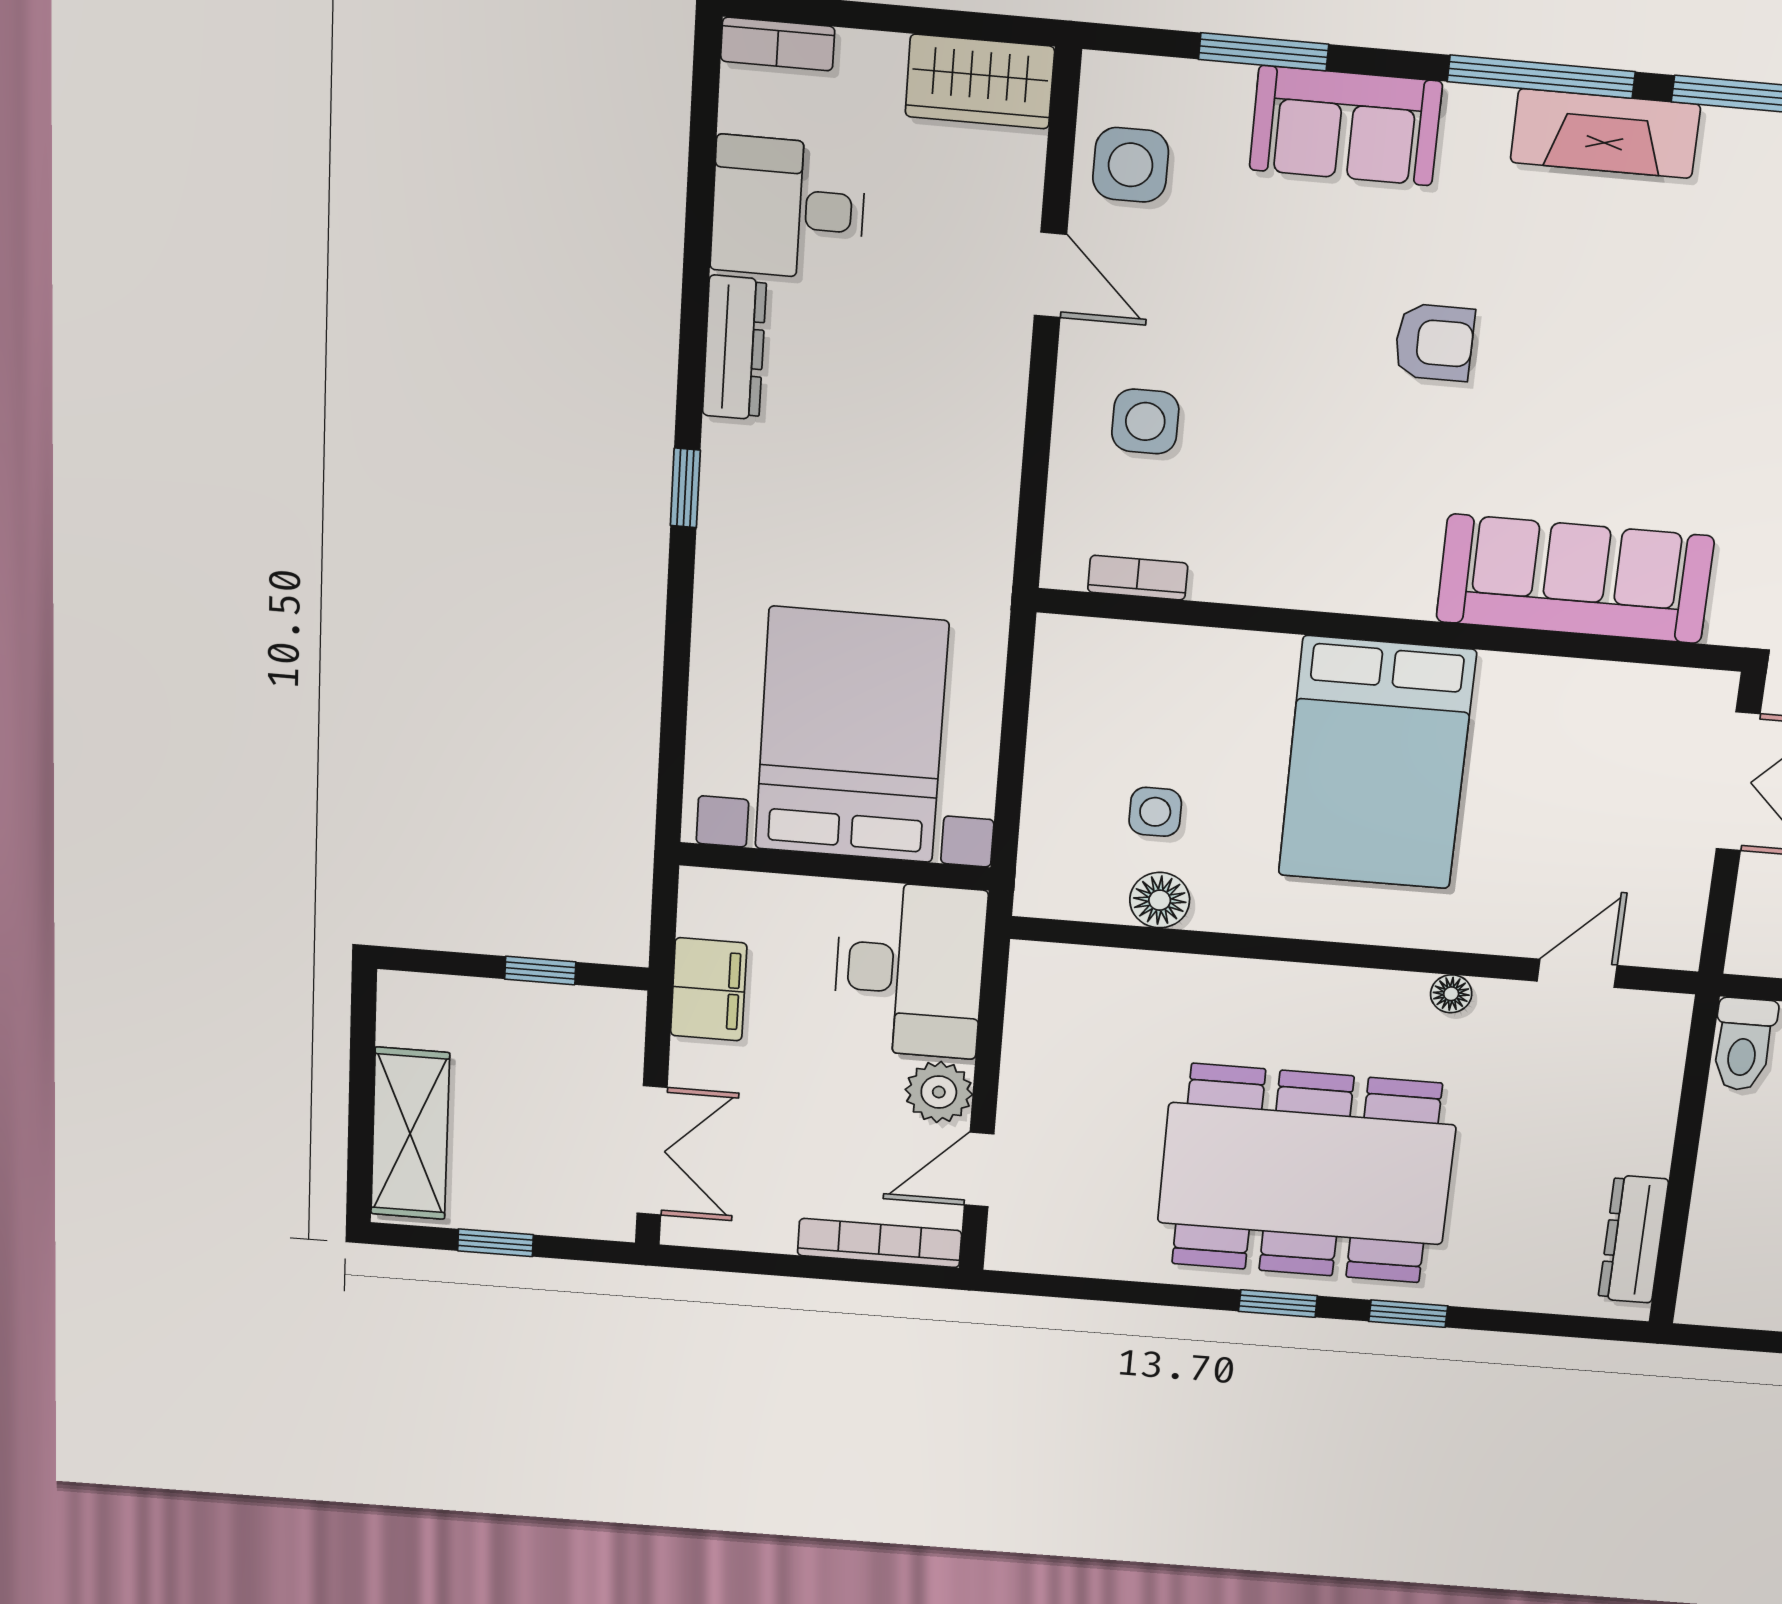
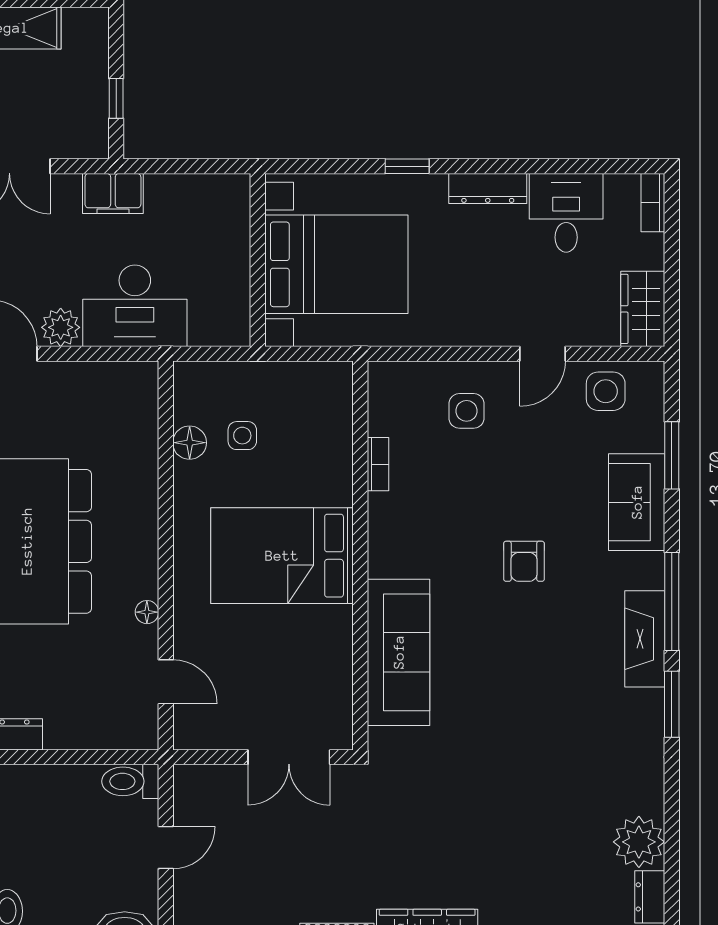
bookcase: (1138, 578) -> (378, 464), moved
bed with nightstands: (851, 735) -> (336, 264), moved
wall: (835, 866) -> (258, 260), moved

